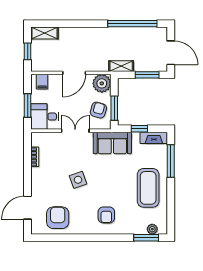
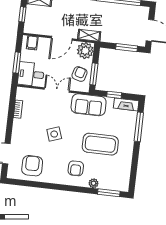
shelving: (121, 66) -> (89, 35), moved
coffee table: (148, 188) -> (100, 144), moved, turned 90
plant: (152, 229) -> (94, 183), moved

